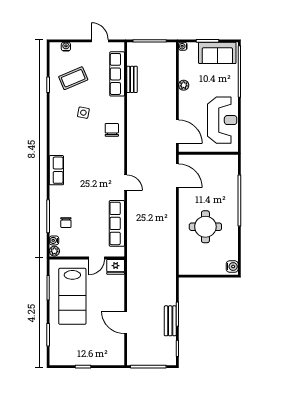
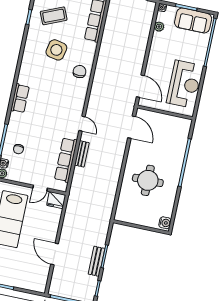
bench: (132, 79) -> (82, 154), moved
plant: (184, 85) -> (159, 27), moved
side table: (83, 113) -> (56, 50), width x1.87, depth x1.87

